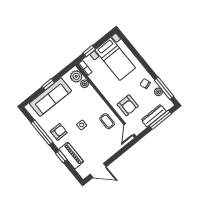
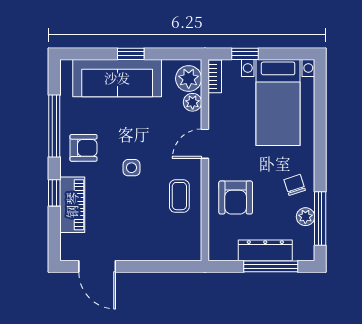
door: (129, 130) -> (205, 144), moved

